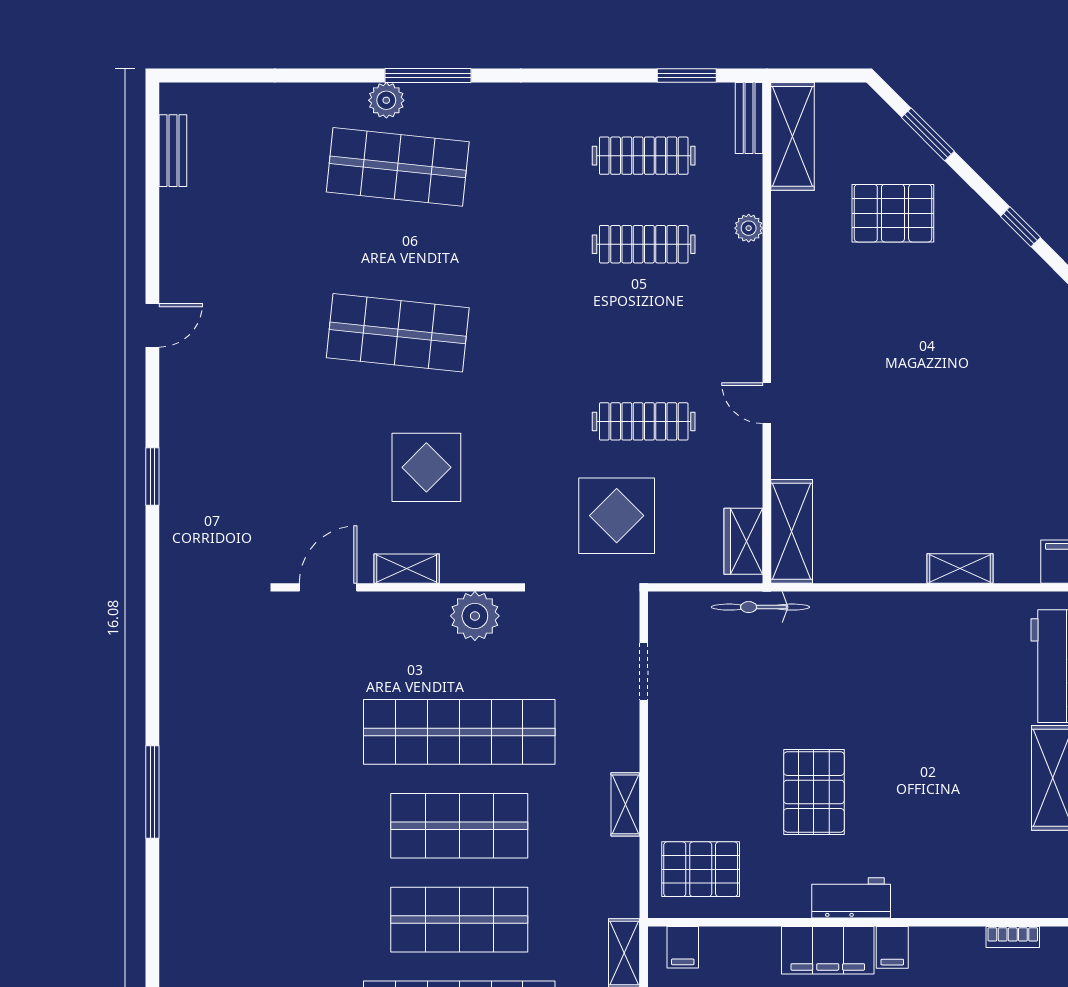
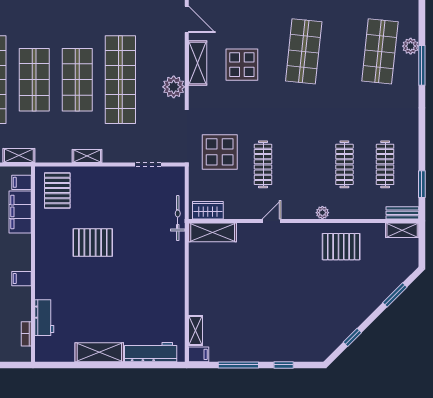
shelving: (792, 136) -> (402, 230), width x0.67, depth x0.75
pallet: (893, 213) -> (341, 247), moved, turned 90
plant: (749, 228) -> (322, 213), moved
shelving: (960, 568) -> (195, 330), moved
shelving: (407, 569) -> (198, 63), width x1.50, depth x1.33
workbench: (851, 898) -> (44, 318), moved
filing cabinet: (828, 950) -> (20, 212), moved

